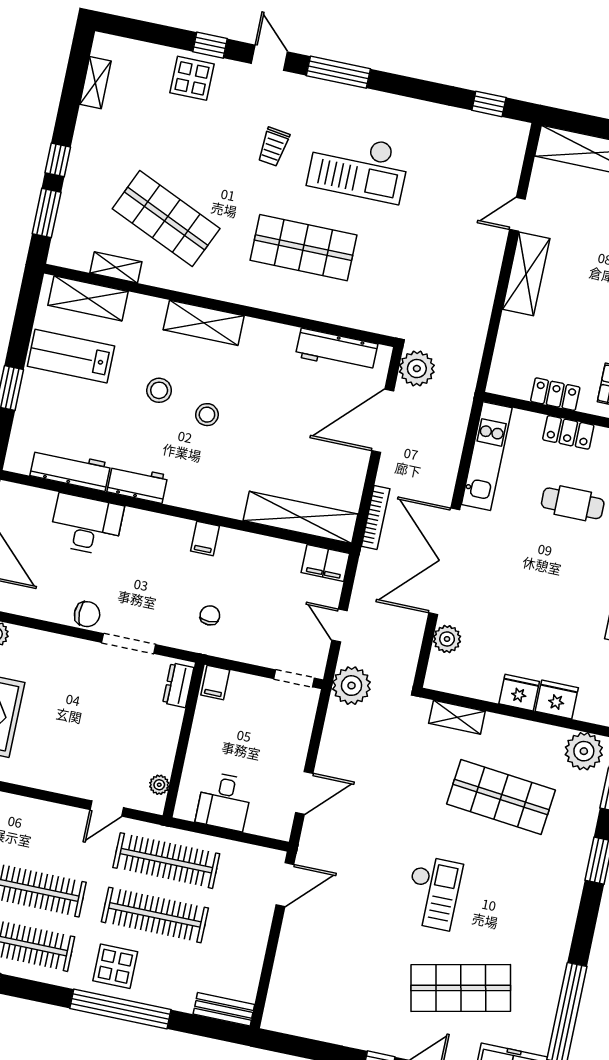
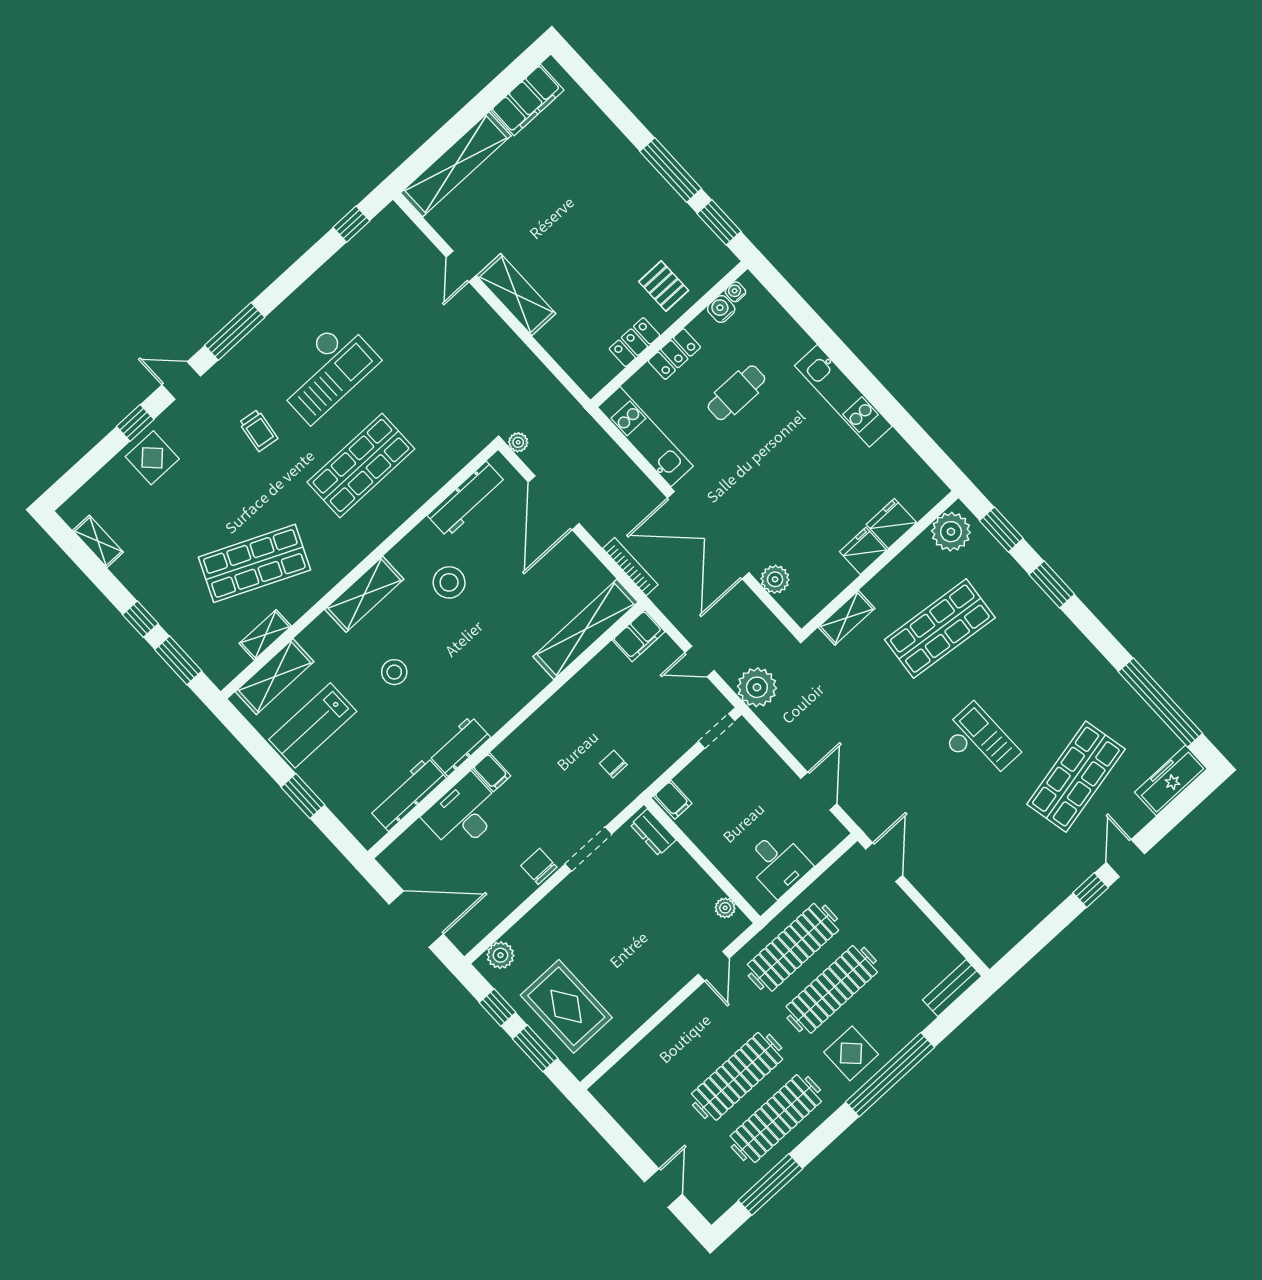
plant: (417, 369) -> (518, 442), width x0.53, depth x0.53
stool: (207, 415) -> (449, 582), moved, width x1.38, depth x1.38
filing cabinet: (205, 538) -> (492, 772), moved
chair: (87, 614) -> (539, 866), turned -90

